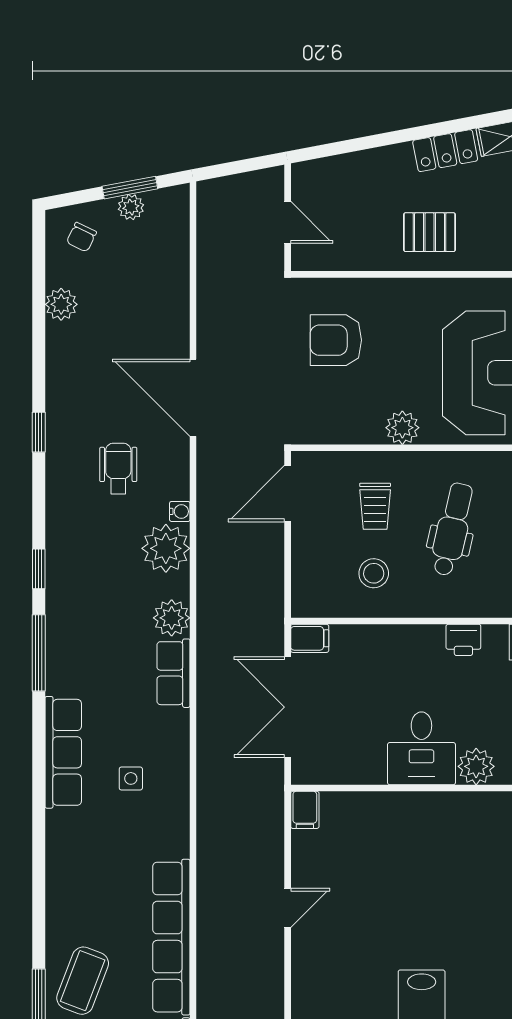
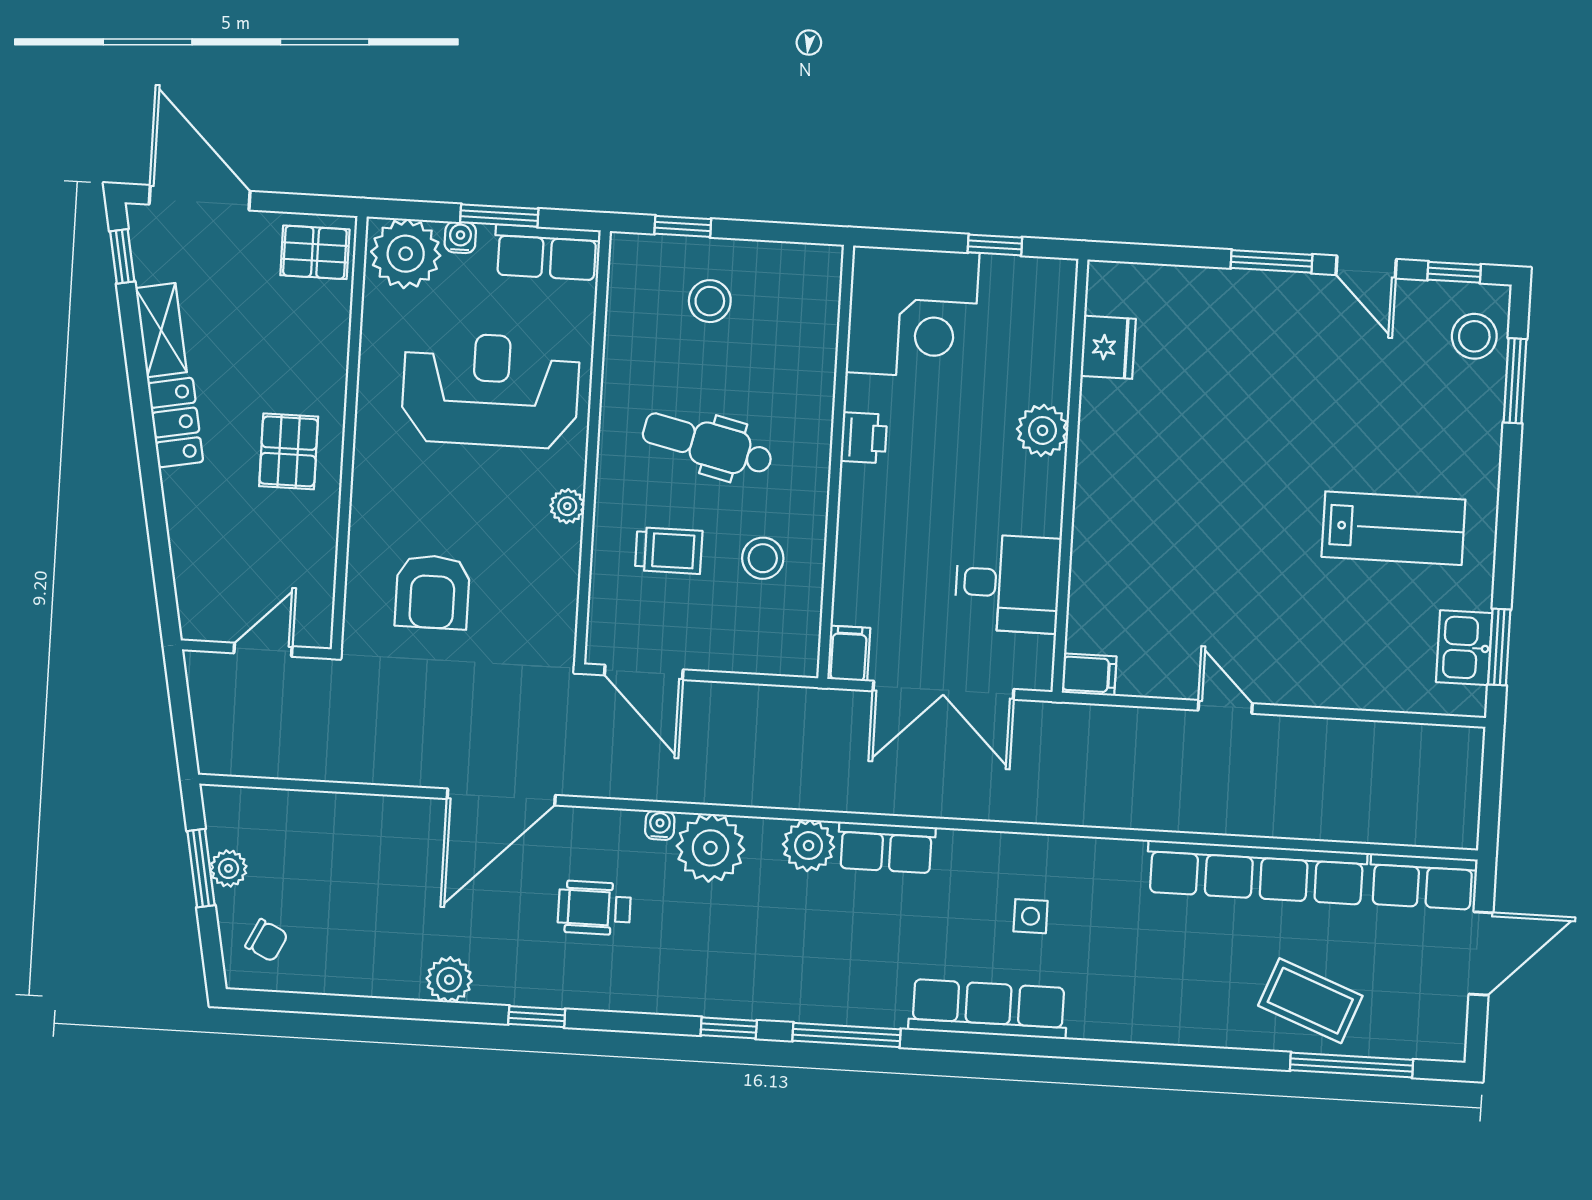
plant: (61, 304) -> (449, 980), moved
plant: (402, 428) -> (567, 506), width x0.73, depth x0.73
desk: (421, 748) -> (1008, 583), moved

